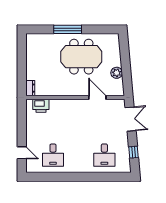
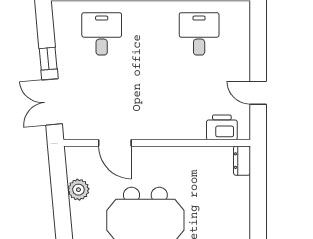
window: (134, 152) -> (48, 59), moved
door: (22, 153) -> (258, 93), moved

